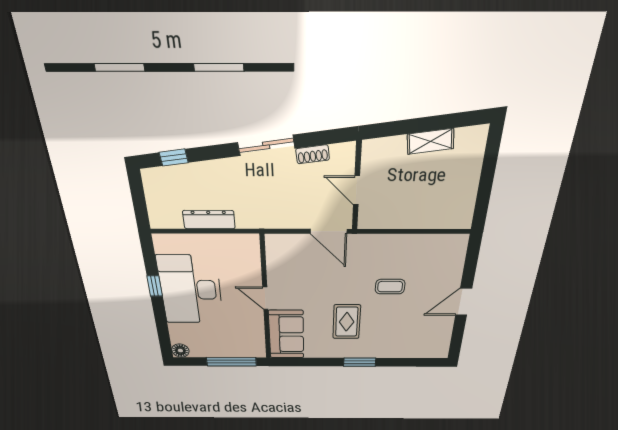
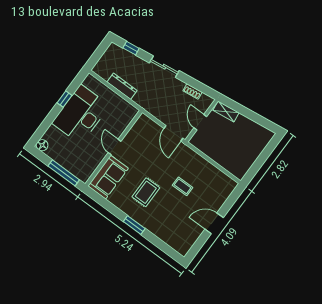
shelving: (430, 141) -> (226, 112), moved
sliding door: (266, 145) -> (164, 67), moved

